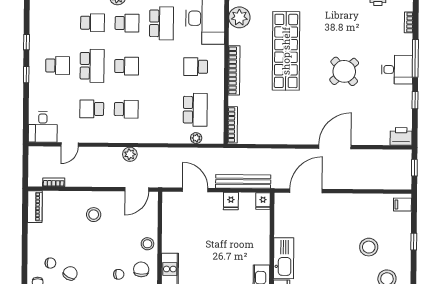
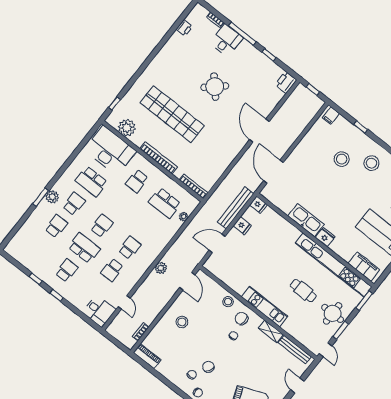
school desk: (162, 23) -> (91, 181), turned 180
desk: (397, 70) -> (226, 40), moved
school desk: (195, 110) -> (165, 203), turned 180

